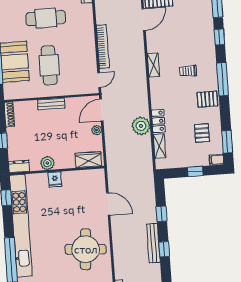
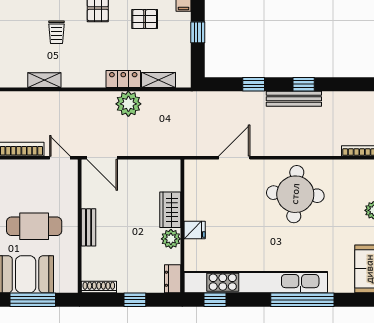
plant: (97, 130) -> (130, 166), removed
wardrobe: (88, 160) -> (170, 210), moved

